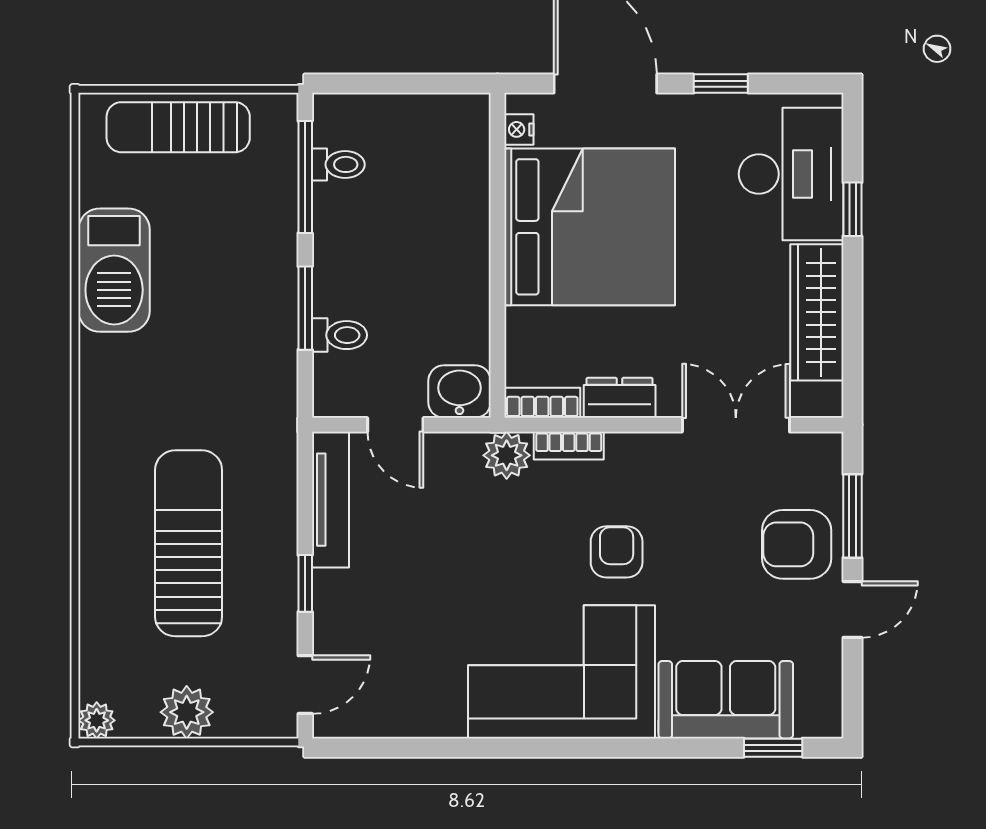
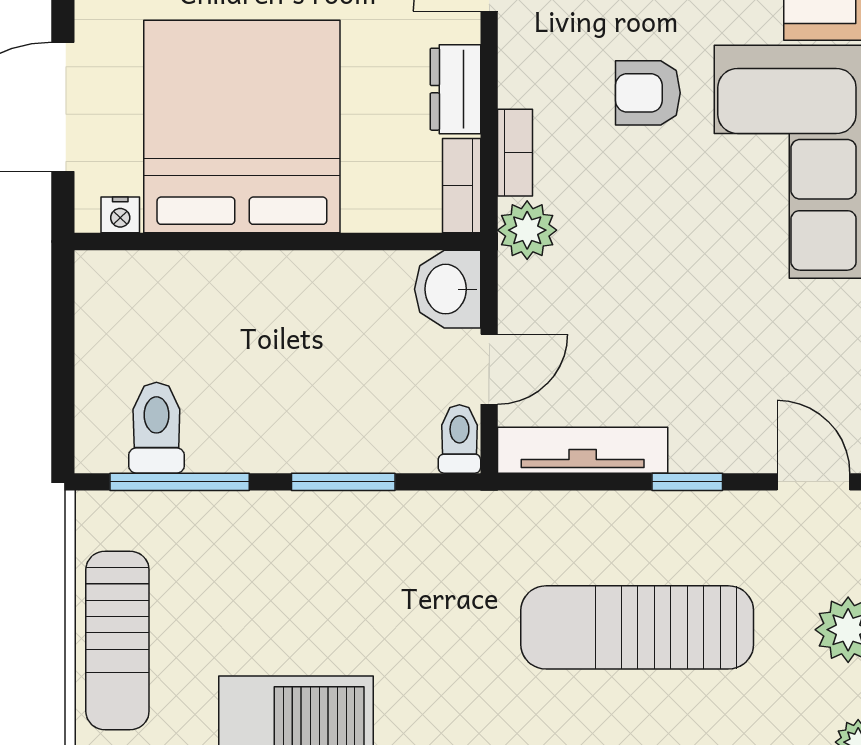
toilet: (338, 164) -> (156, 428), width x1.37, depth x1.39
toilet: (339, 335) -> (459, 439), moved

